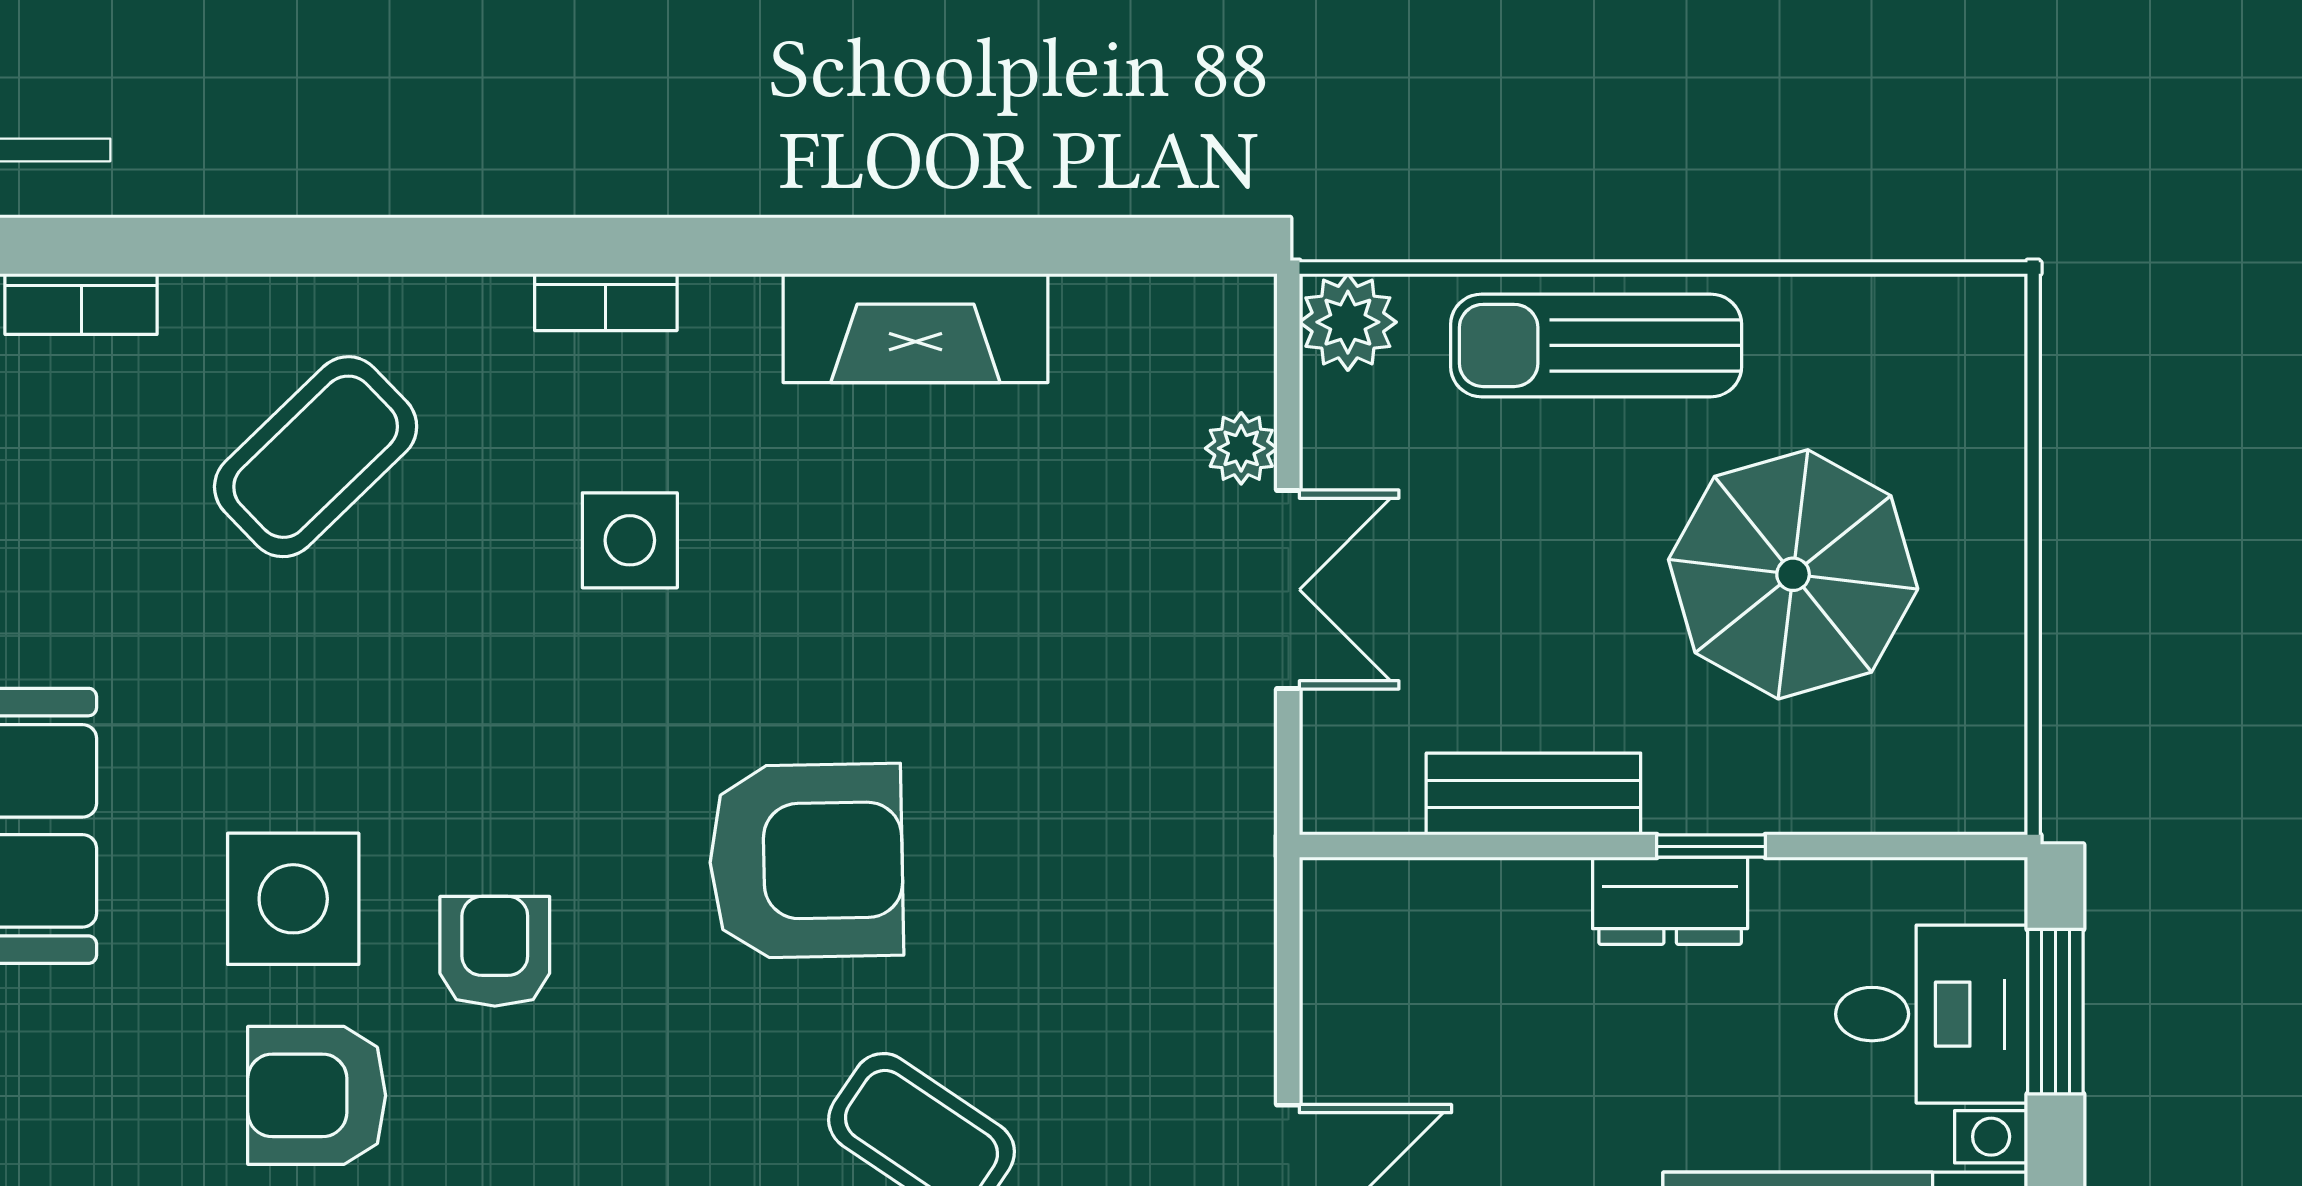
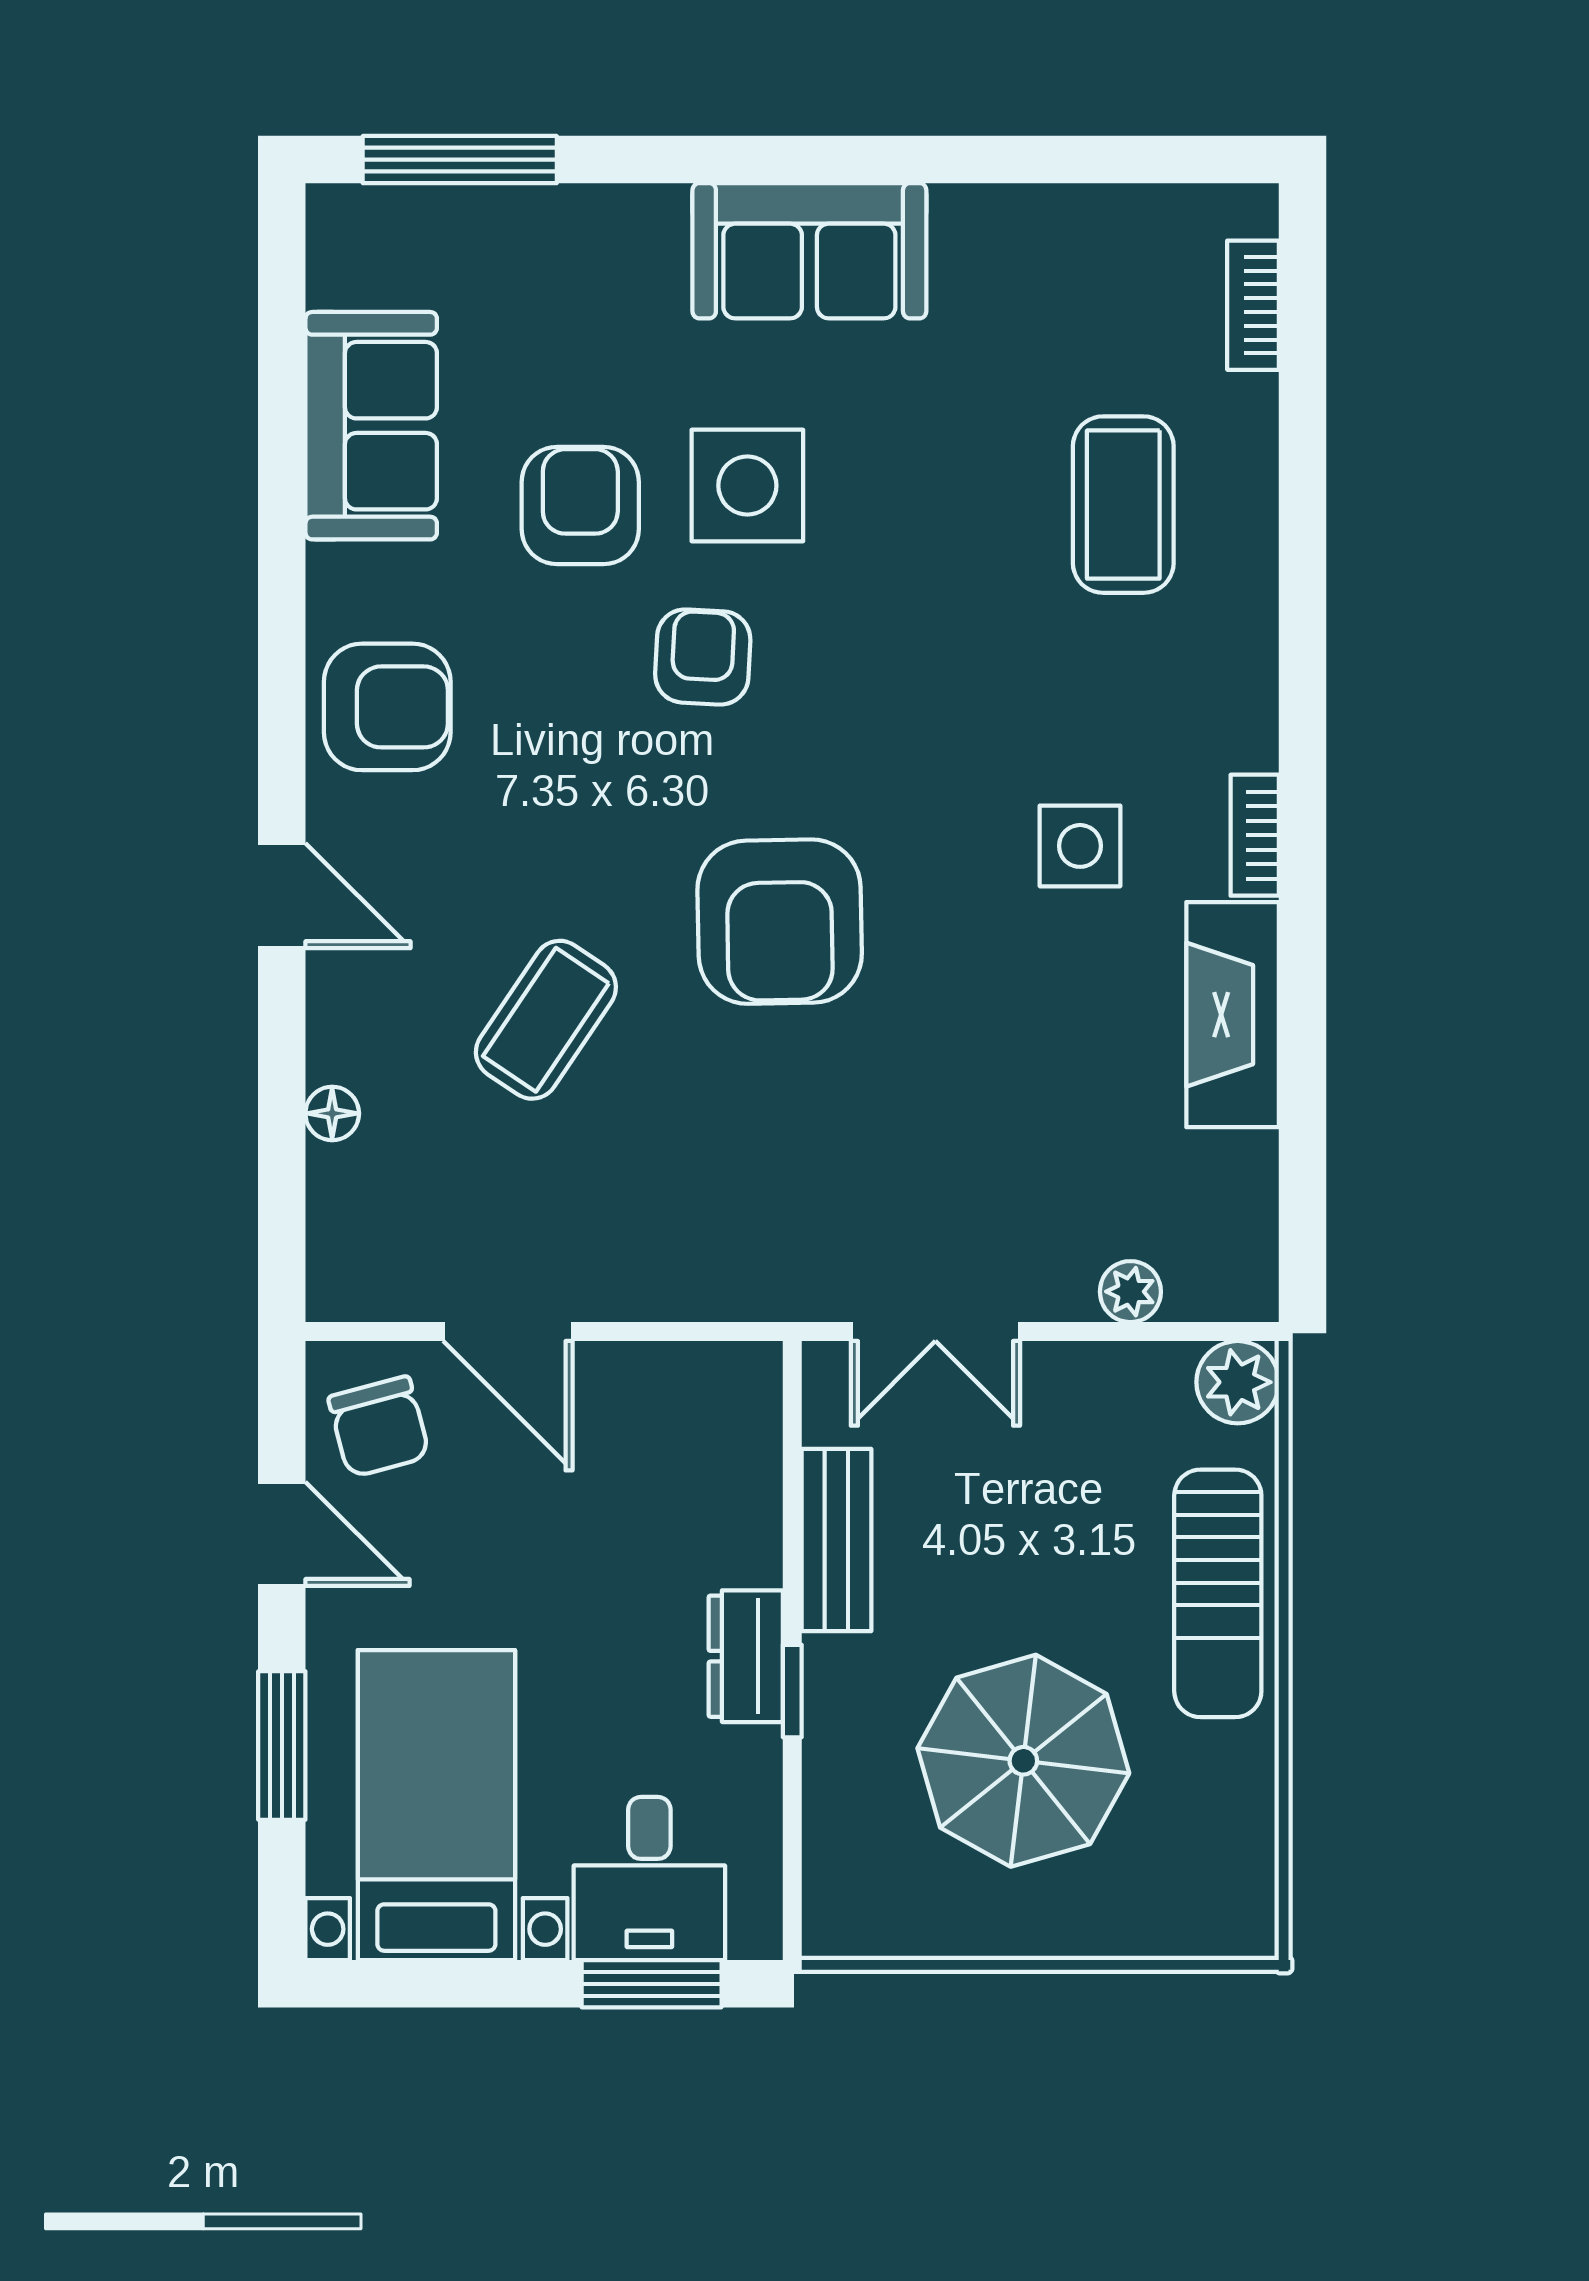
bookcase: (606, 302) -> (1255, 835), moved
sun lounger: (1596, 345) -> (1218, 1593), turned 180
coffee table: (316, 457) -> (1123, 505), turned 44
side table: (630, 540) -> (1080, 846), moved
double door: (1288, 590) -> (935, 1332), moved
armchair: (495, 951) -> (703, 657), turned -87

